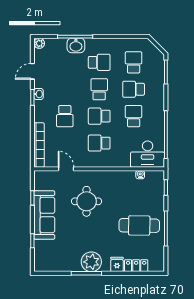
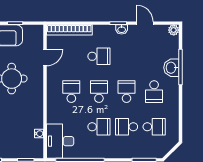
school desk: (99, 89) -> (127, 92), turned -90
school desk: (134, 89) -> (127, 127), turned -90
school desk: (65, 116) -> (99, 56), turned 180

